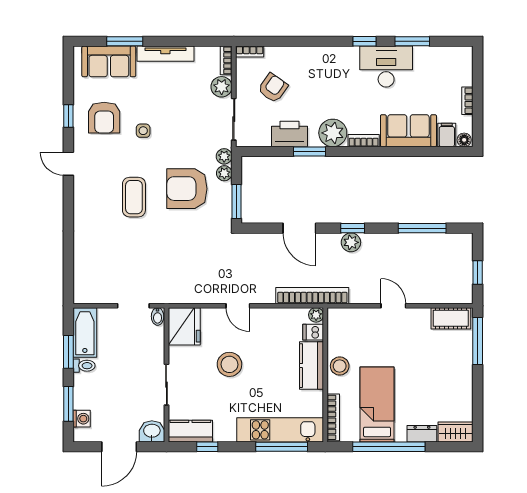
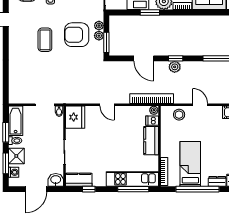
plant: (224, 156) -> (99, 36), moved
stool: (229, 364) -> (102, 140), removed
stool: (340, 366) -> (179, 115), moved
shower: (86, 391) -> (16, 156), added

